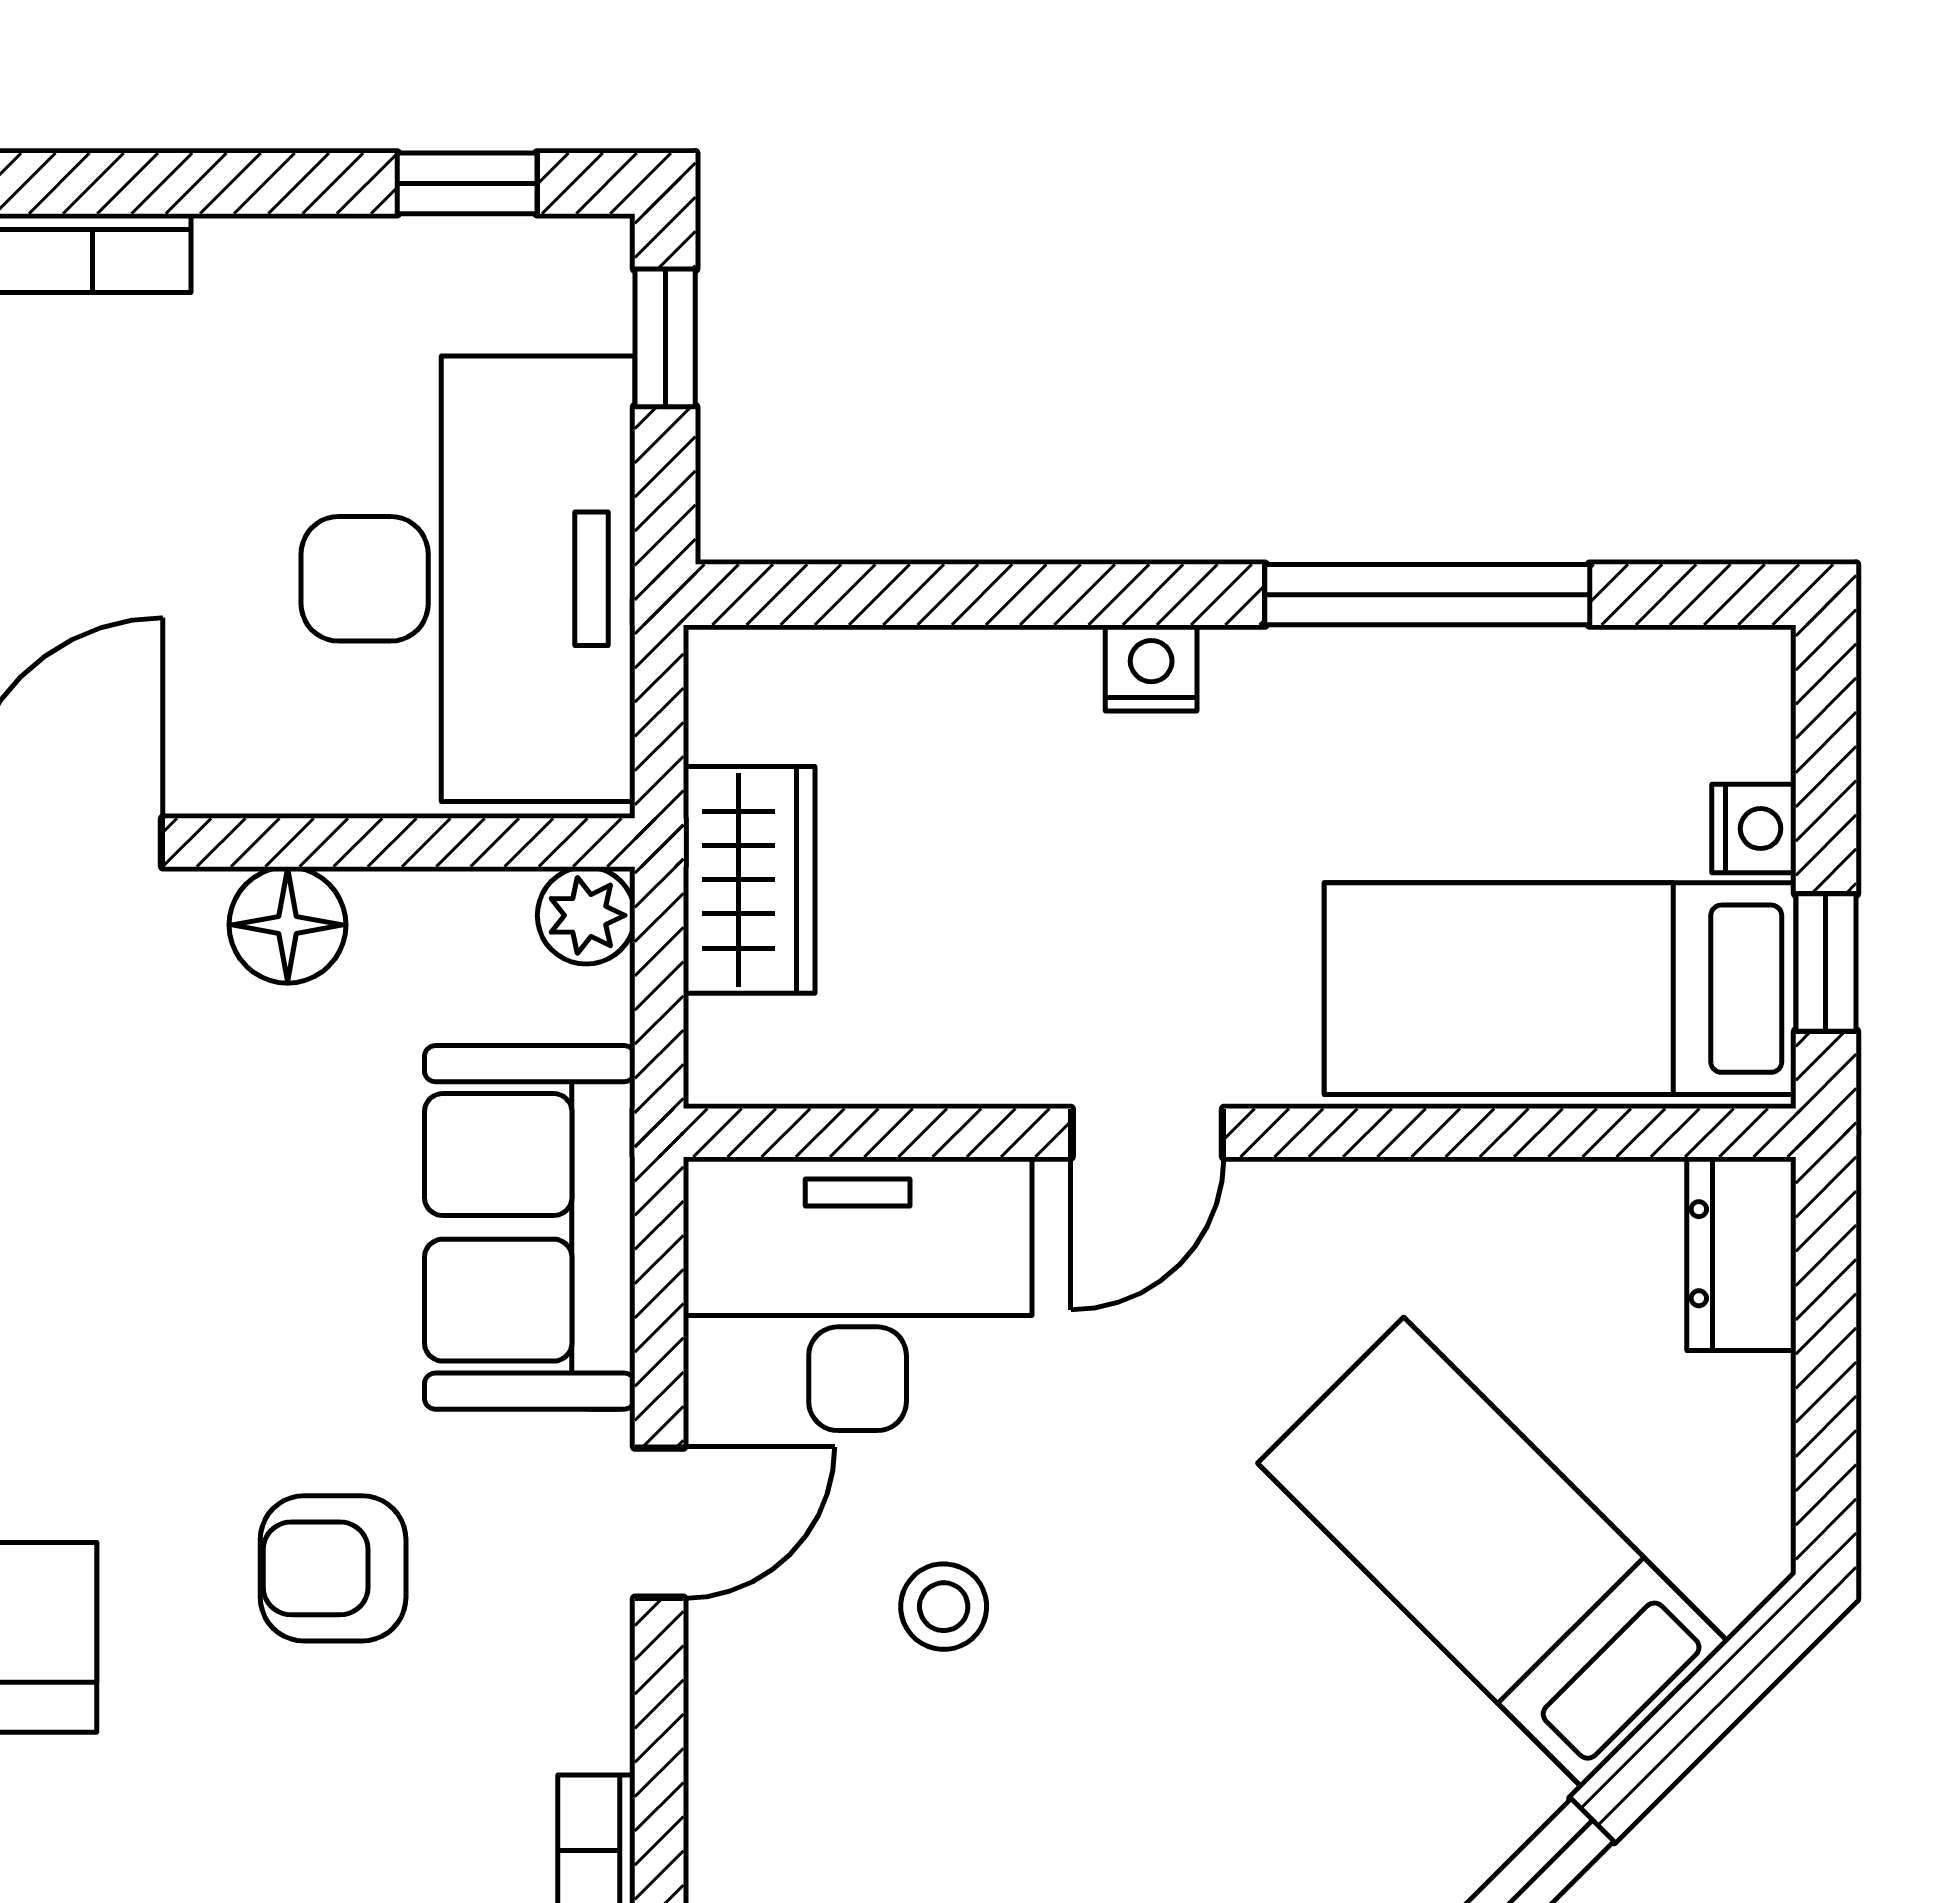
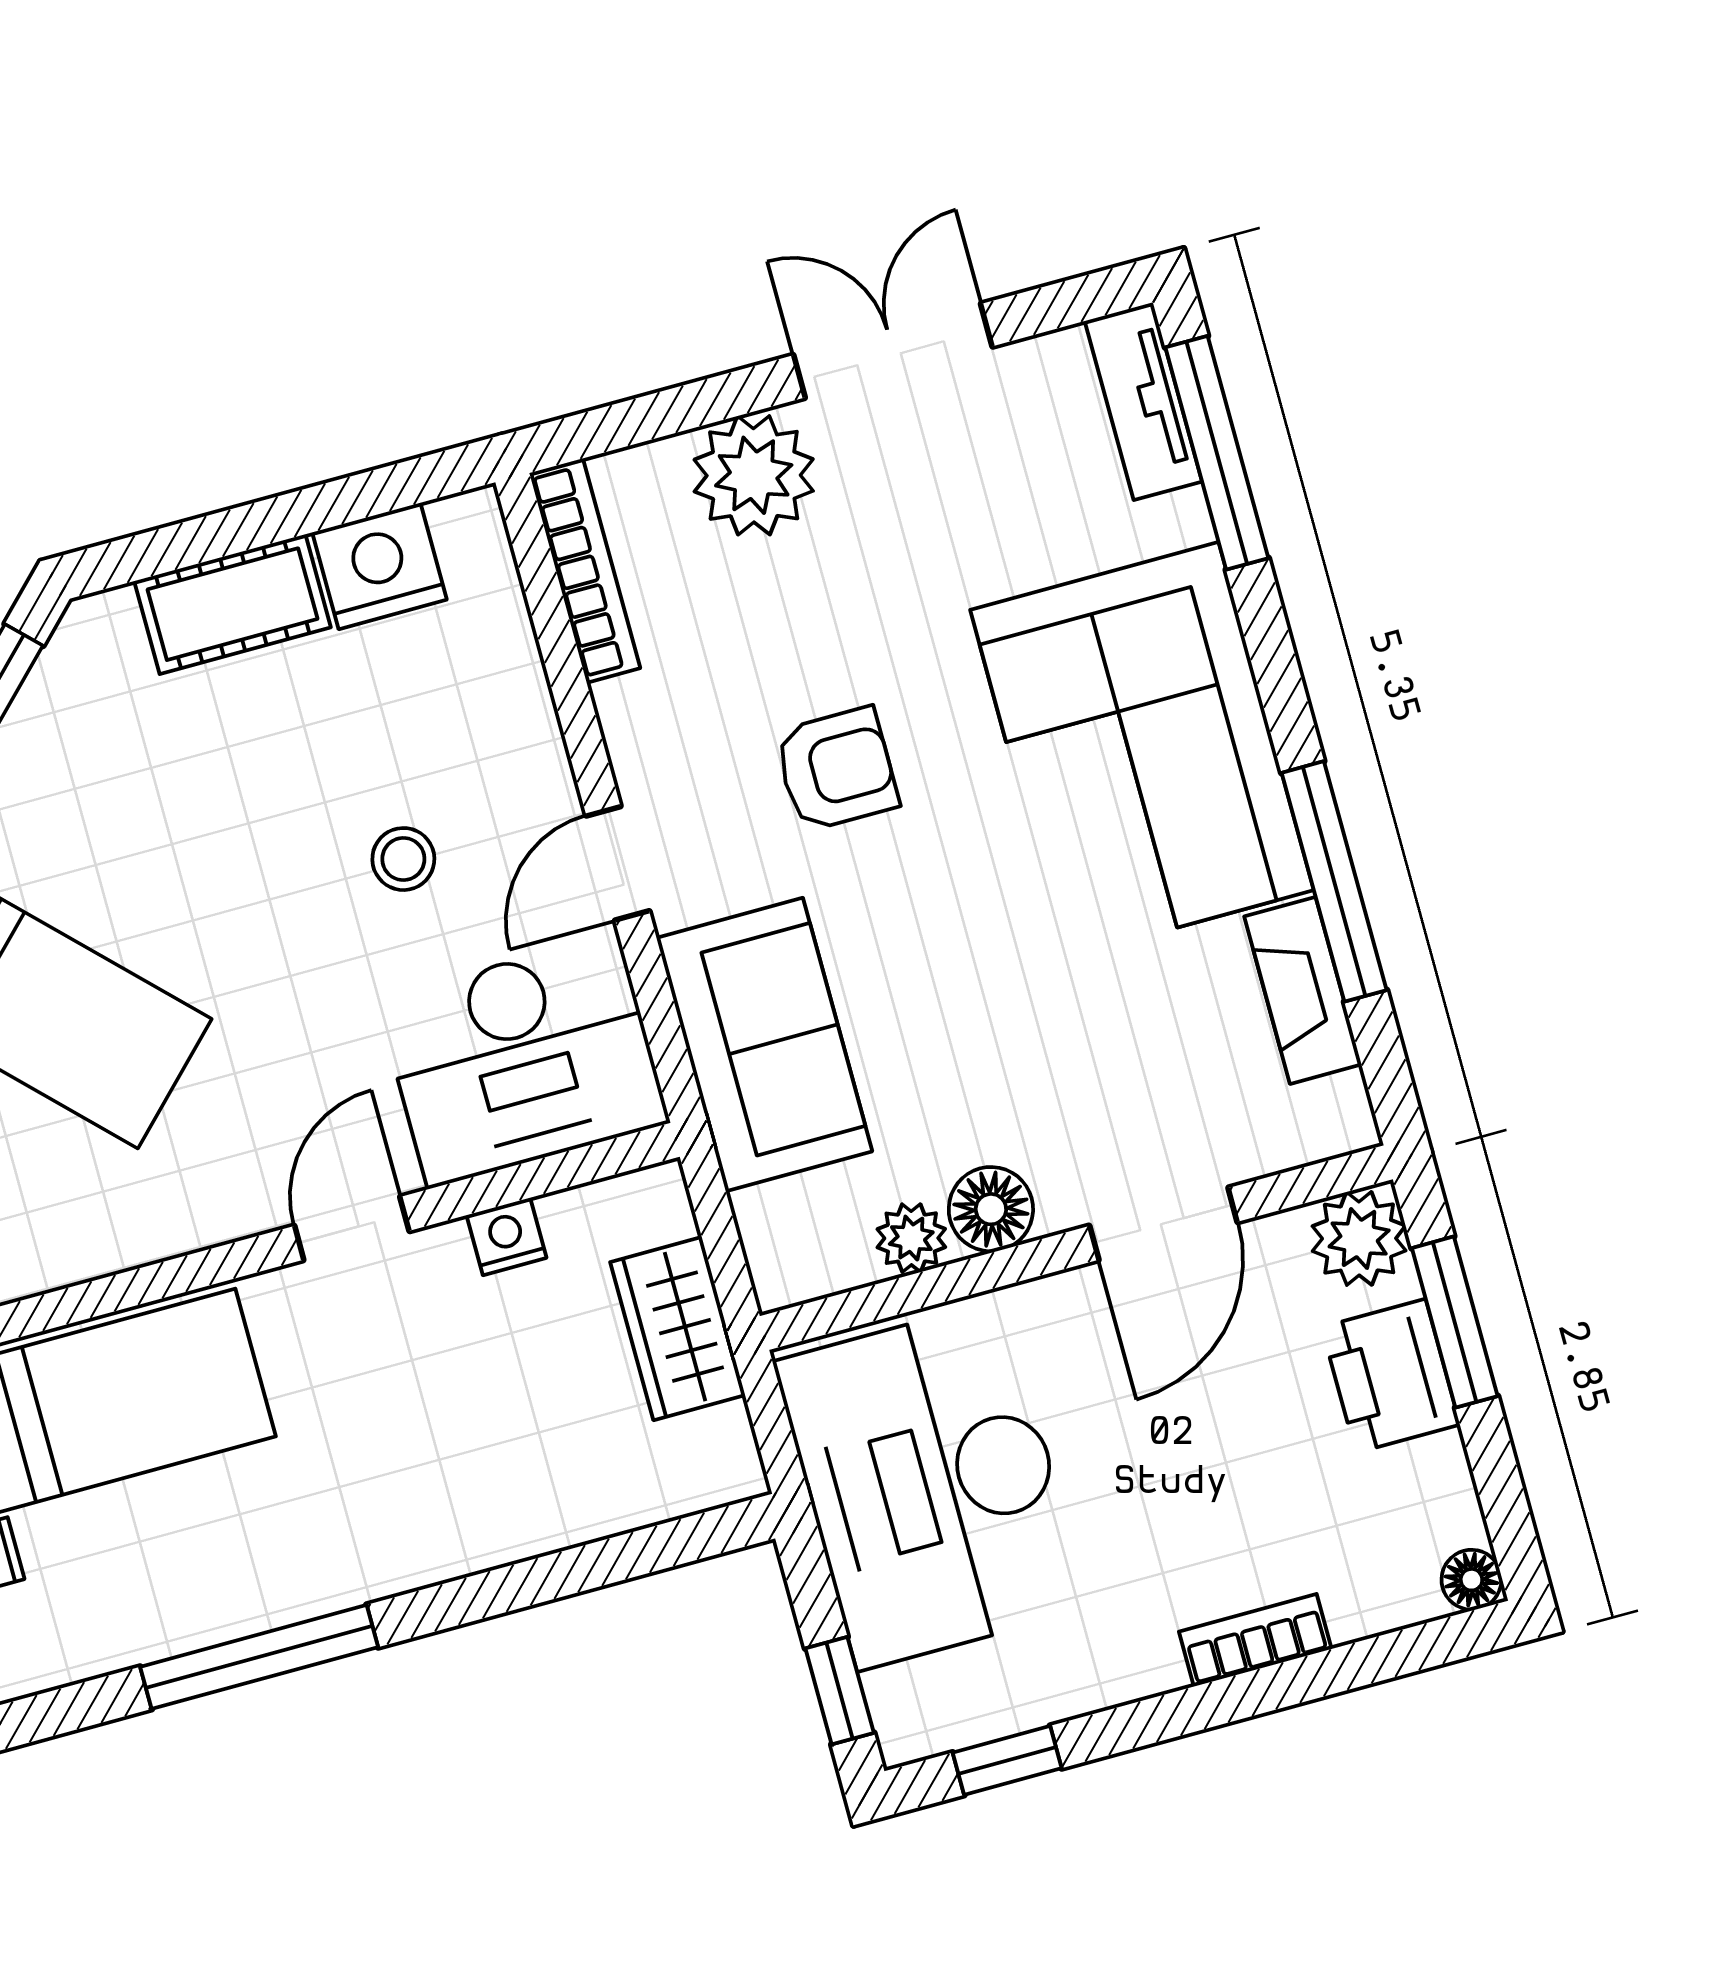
nightstand: (1151, 668) -> (506, 1236), moved, turned 180
plant: (586, 915) -> (911, 1238), moved

